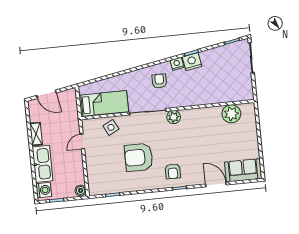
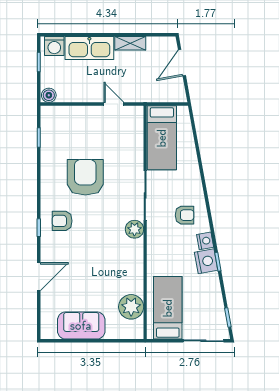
bed: (229, 87) -> (168, 308), added
side table: (111, 127) -> (129, 144), removed
sofa: (243, 170) -> (81, 326), moved, turned -90

